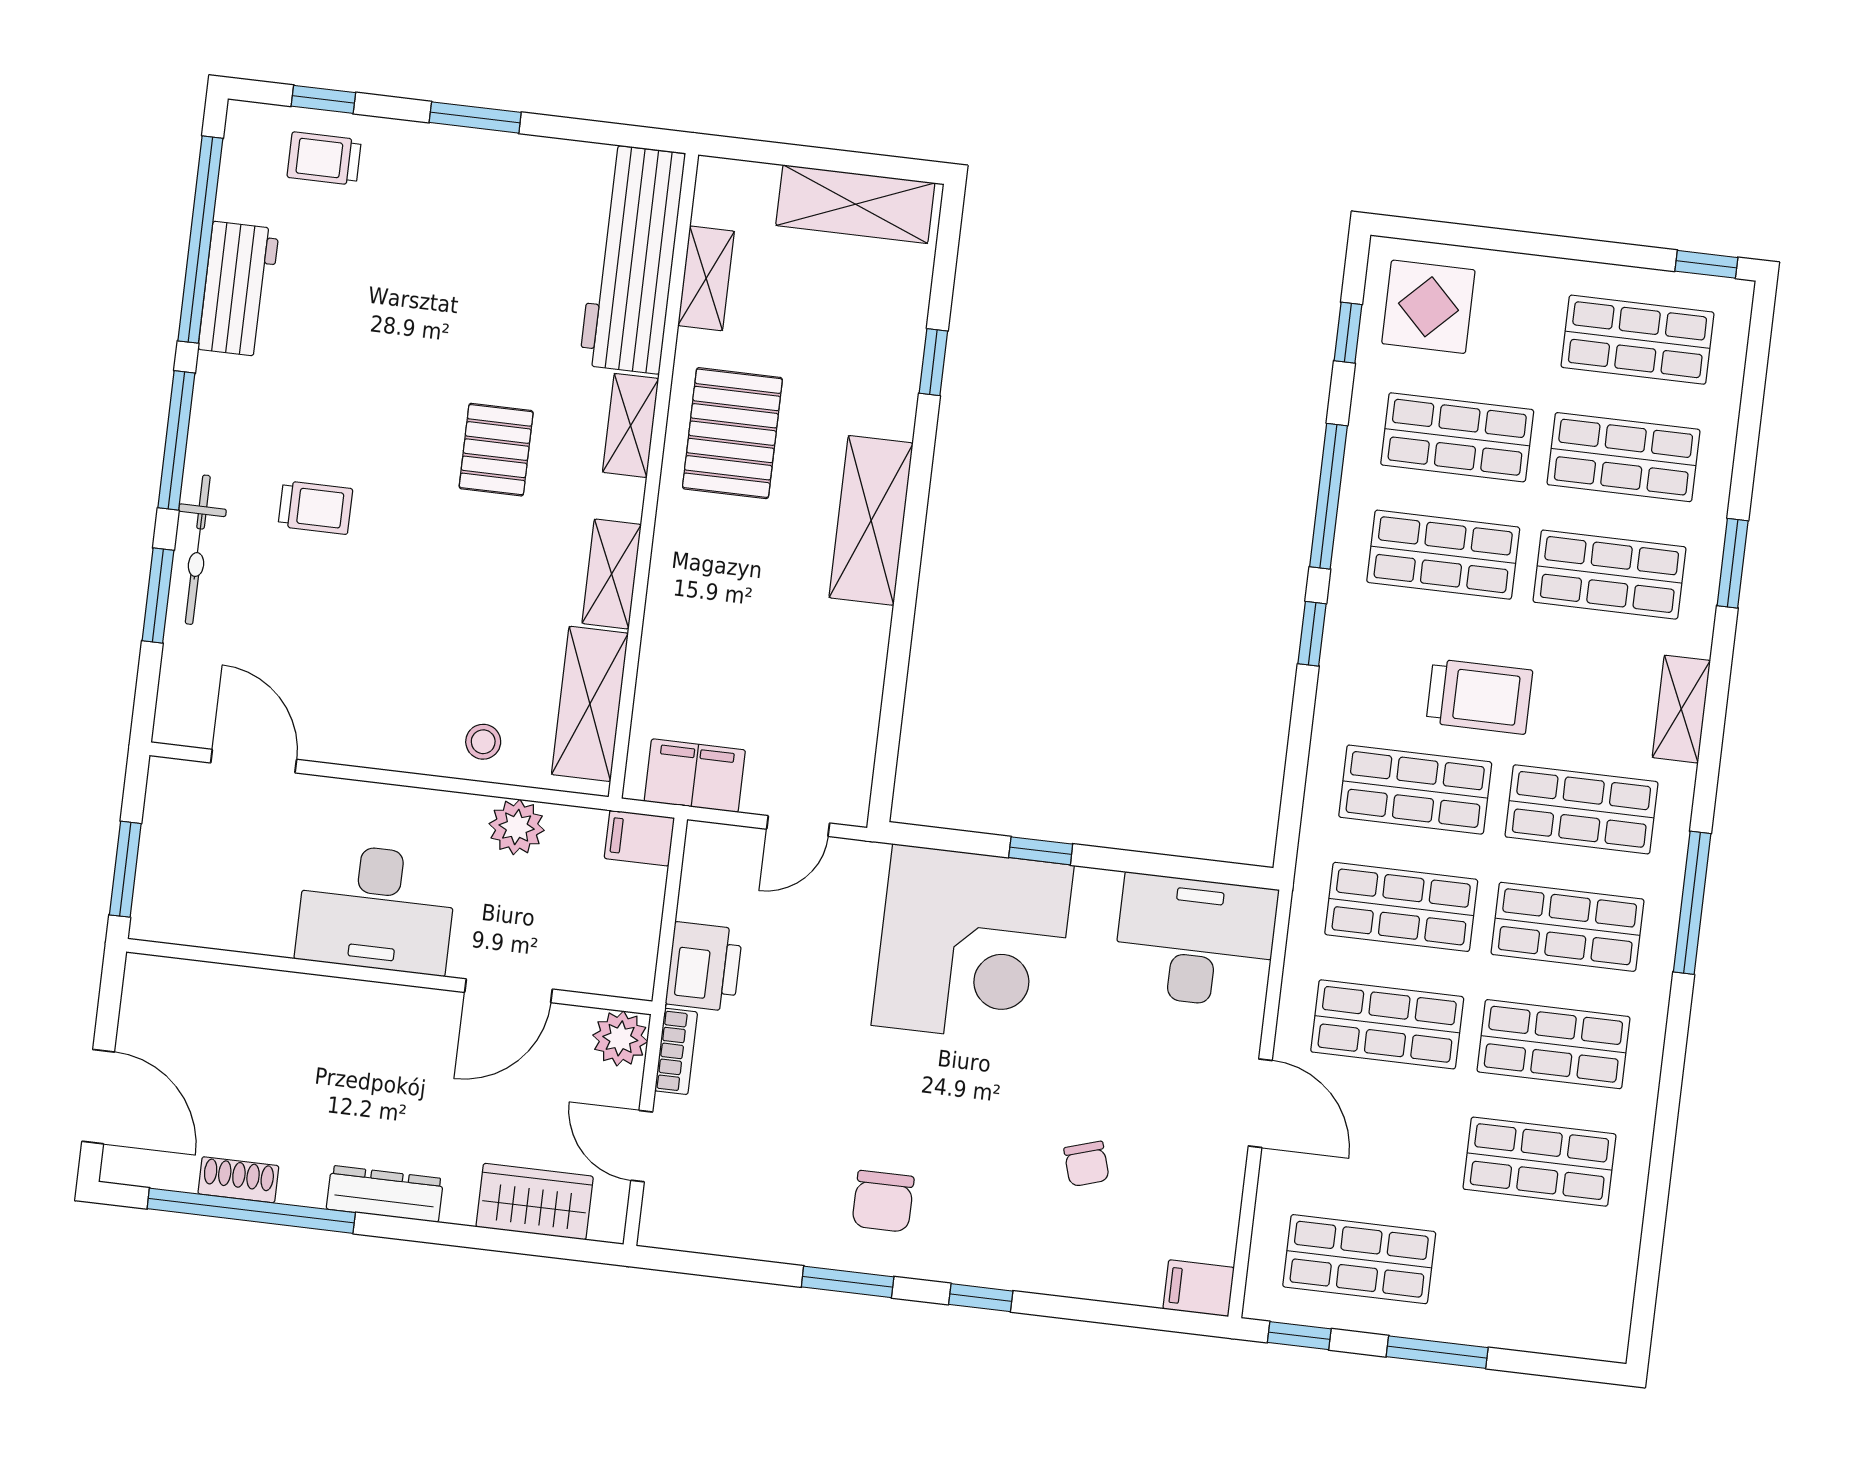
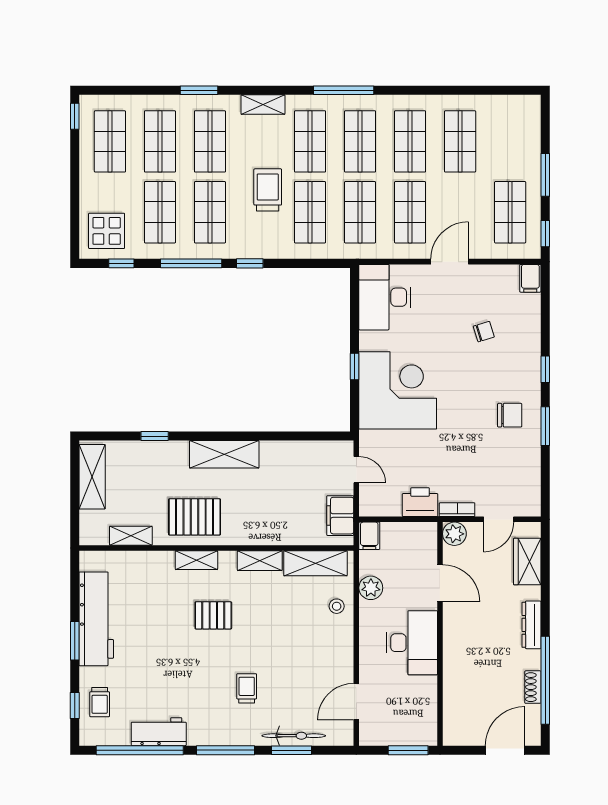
workbench: (632, 259) -> (96, 619), moved, turned -90
bicycle: (198, 550) -> (294, 736), moved

